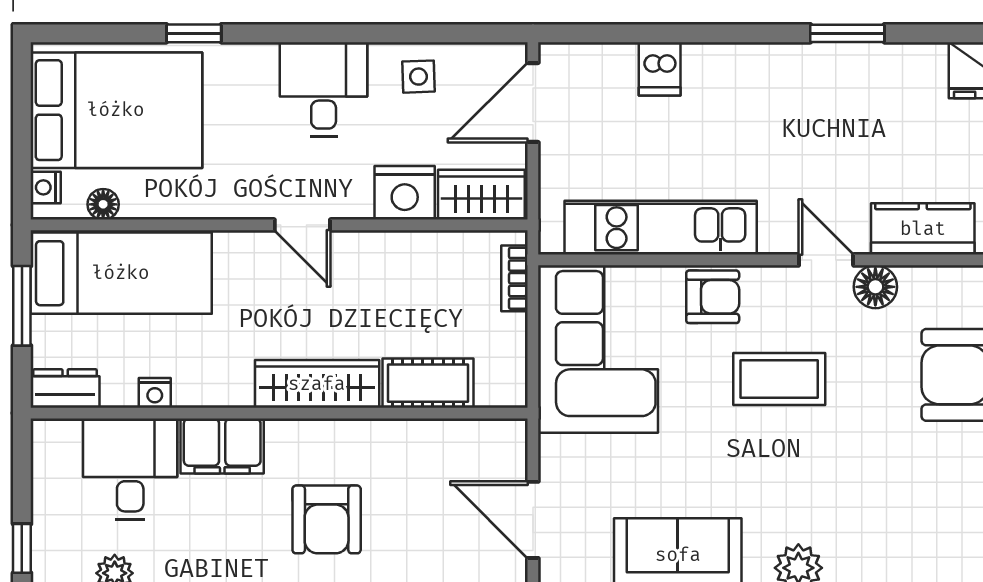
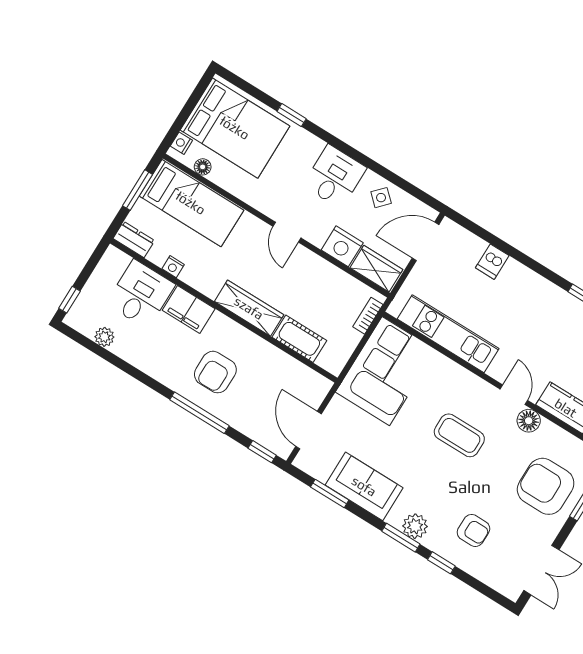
side table: (418, 77) -> (381, 198), turned 45
armchair: (713, 297) -> (473, 530), moved

